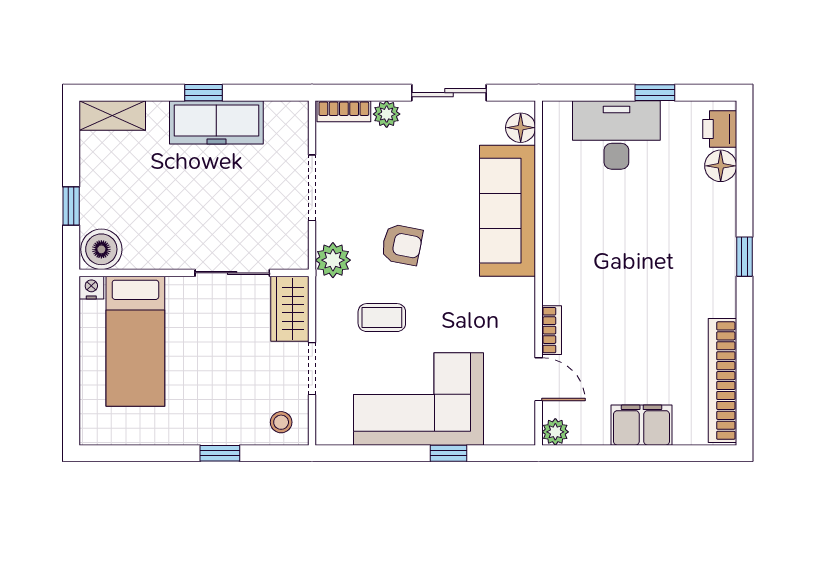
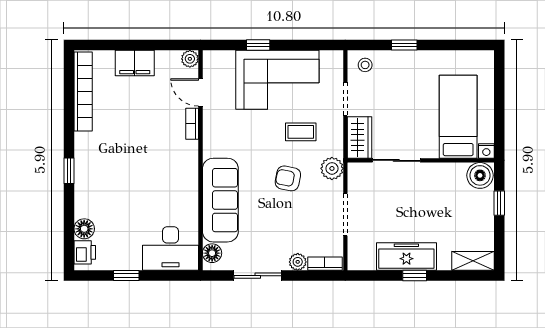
desk: (616, 135) -> (171, 249), moved

